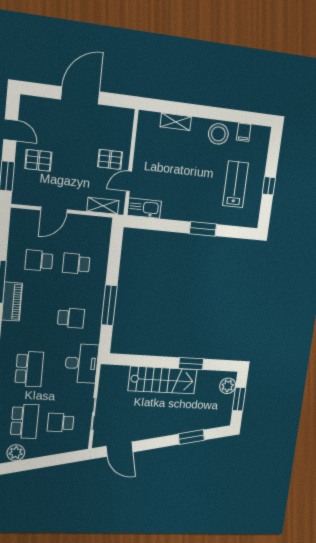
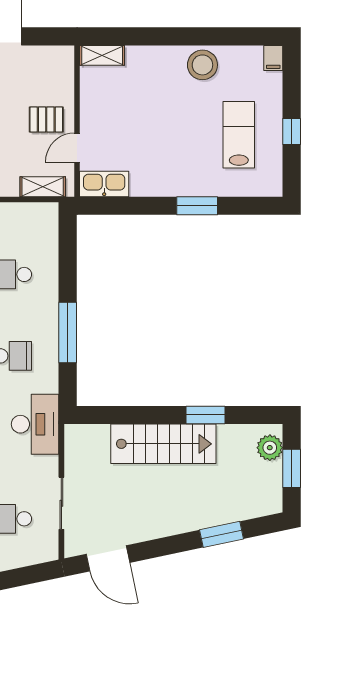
shelving: (176, 122) -> (102, 55), moved
filing cabinet: (244, 132) -> (273, 58), moved

